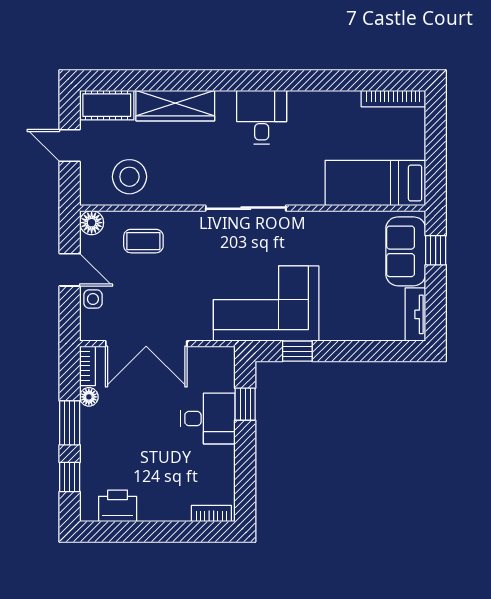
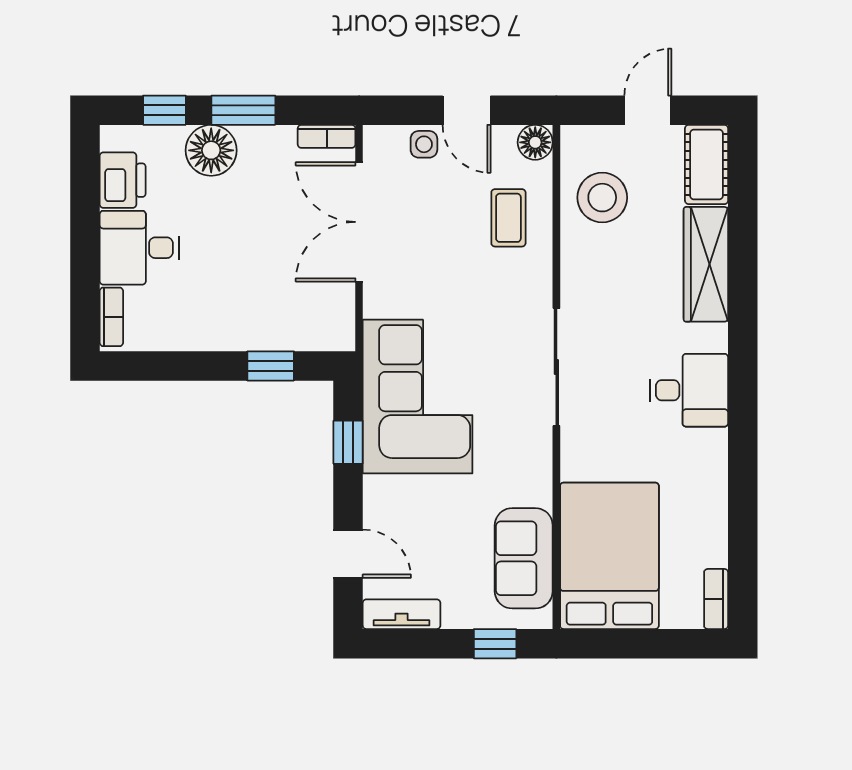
bookcase: (393, 99) -> (716, 599), width x0.64
bed: (375, 183) -> (609, 556), width x1.50
sofa: (406, 251) -> (524, 558), moved, turned -90
door: (70, 270) -> (467, 110), hinge flipped
door: (374, 351) -> (348, 554), added
floor lamp: (89, 397) -> (211, 150), moved, width x1.89, depth x1.89
desk: (208, 419) -> (139, 248), moved, turned 90

